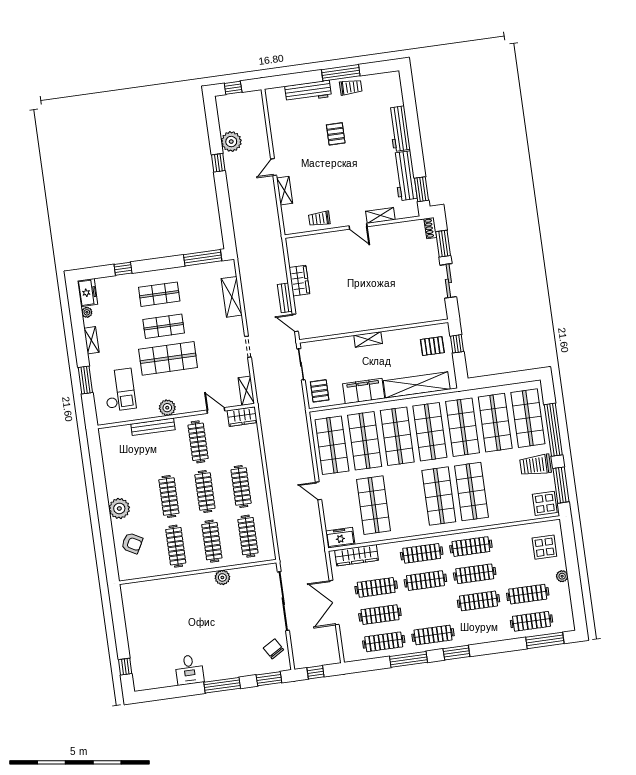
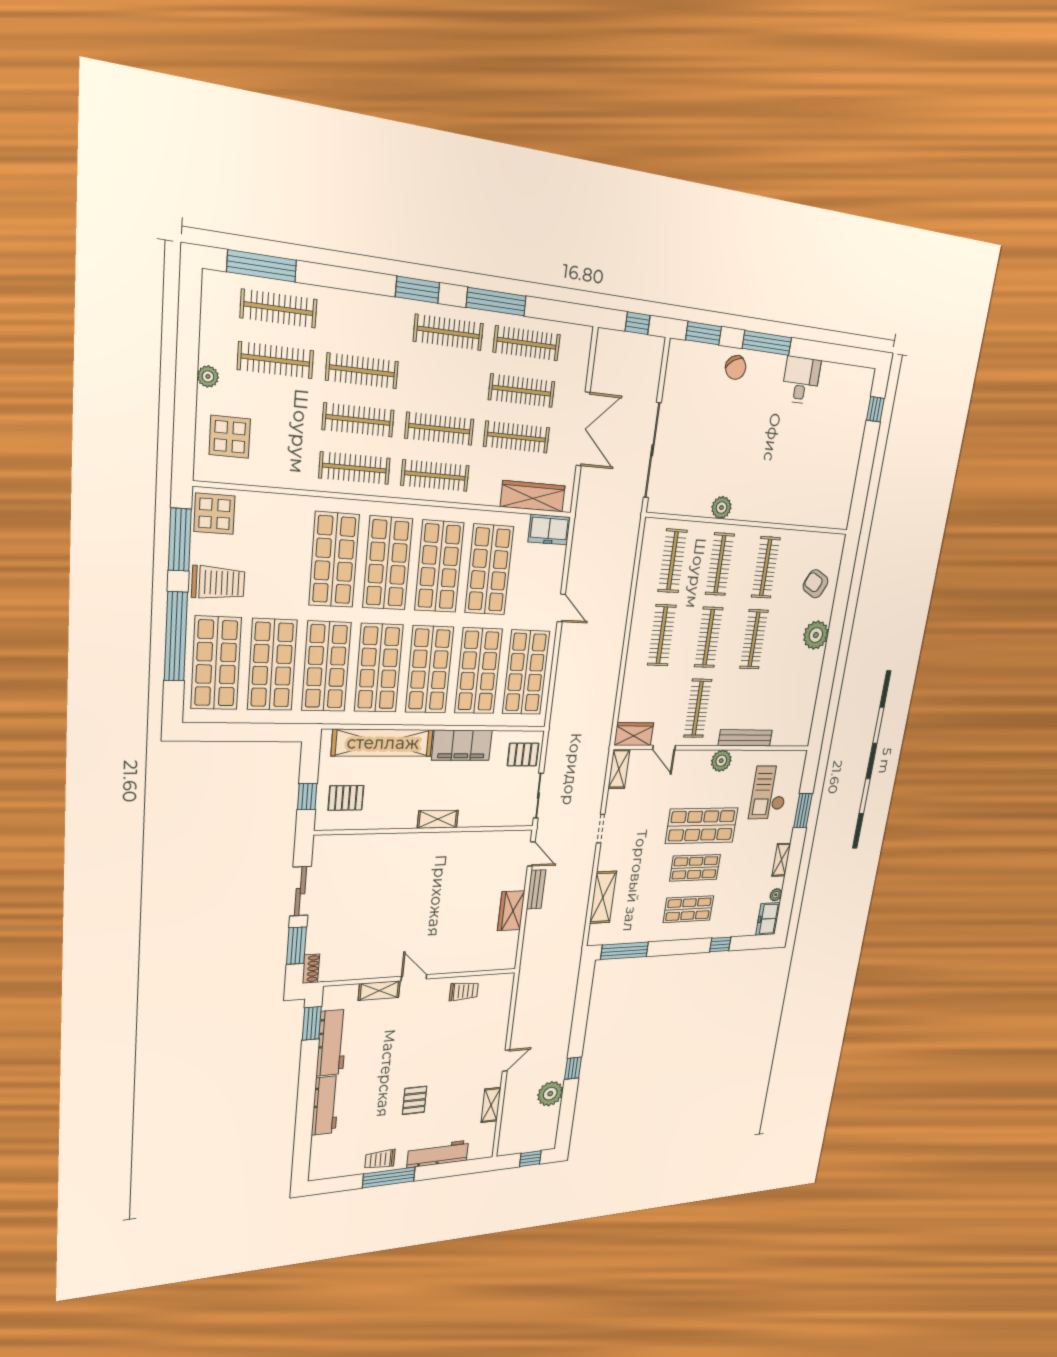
shelving: (285, 191) -> (491, 1105), moved
pallet: (320, 391) -> (523, 754), turned 90
shop shelf: (406, 501) -> (439, 567), added
chair: (273, 649) -> (736, 368), moved

